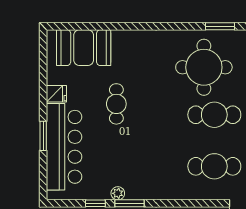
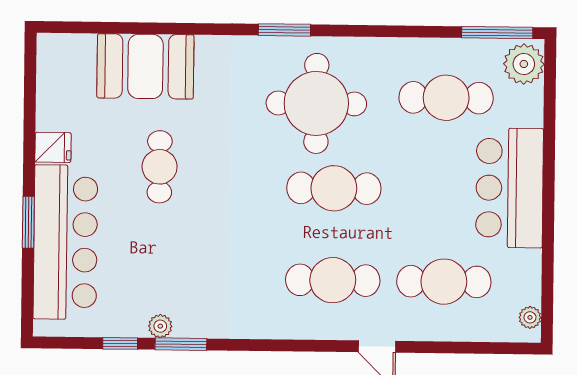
window: (220, 26) -> (284, 30), moved
booth: (84, 48) -> (145, 66), moved

